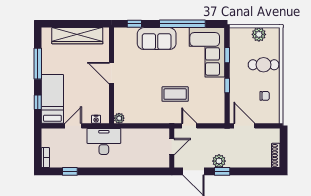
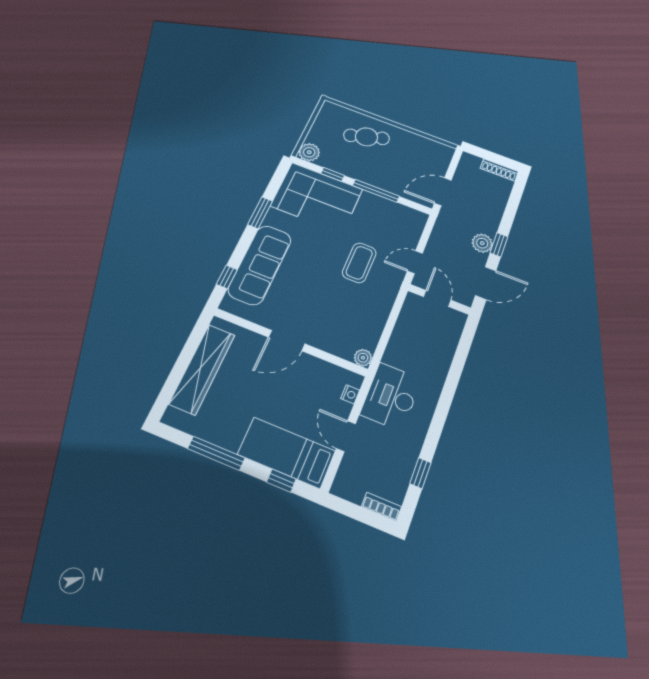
window: (182, 24) -> (260, 213), width x0.47
plant: (259, 34) -> (309, 152), moved
sofa: (157, 39) -> (260, 265), width x1.36
cafe table: (264, 65) -> (366, 137), turned 72
window: (227, 85) -> (376, 191), width x2.17
chair: (265, 96) -> (410, 152), removed

